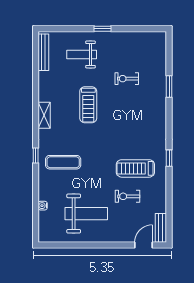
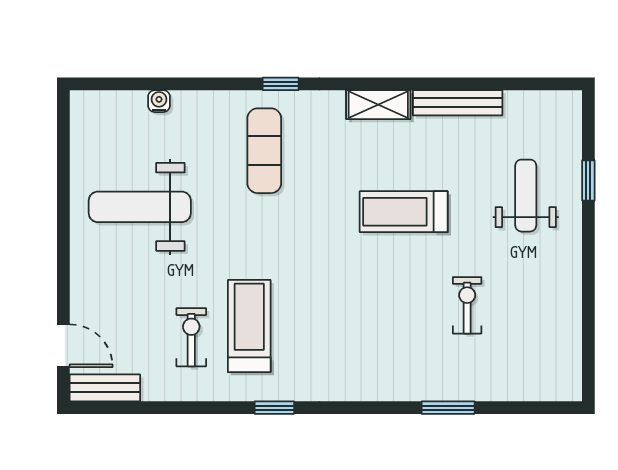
window: (102, 29) -> (588, 180), moved
bench: (43, 52) -> (458, 103), moved
exercise bike: (127, 196) -> (191, 337), moved
weight bench: (86, 214) -> (140, 207), turned 90

